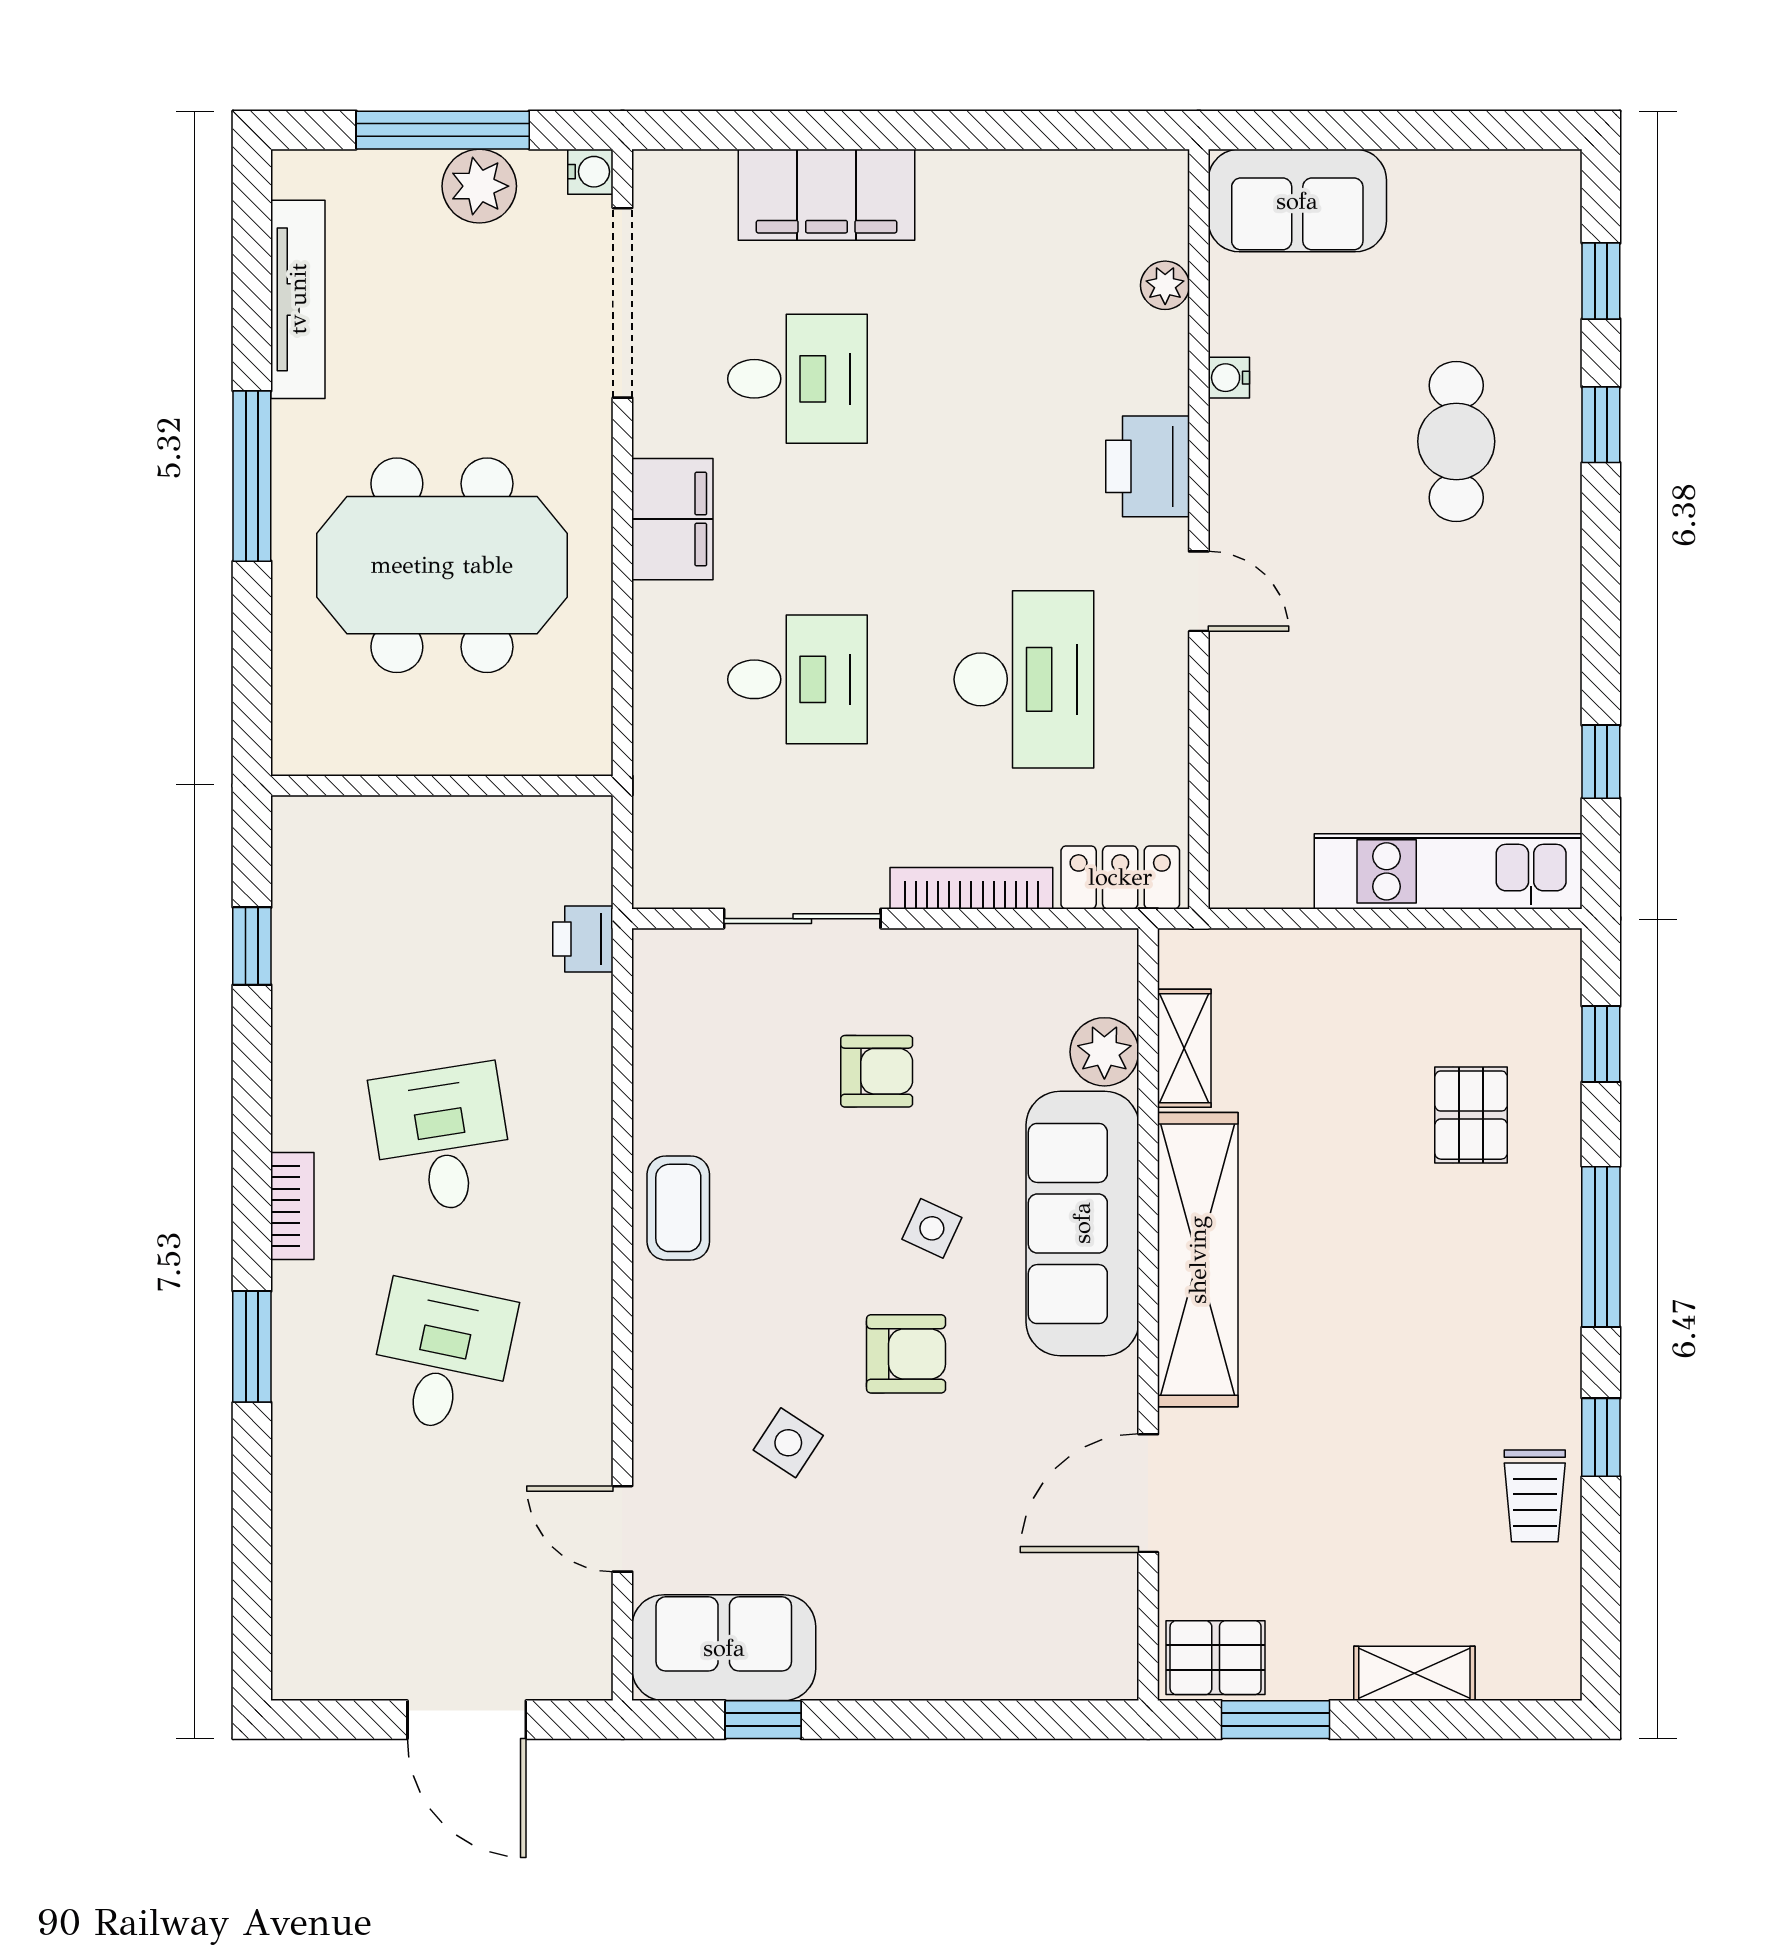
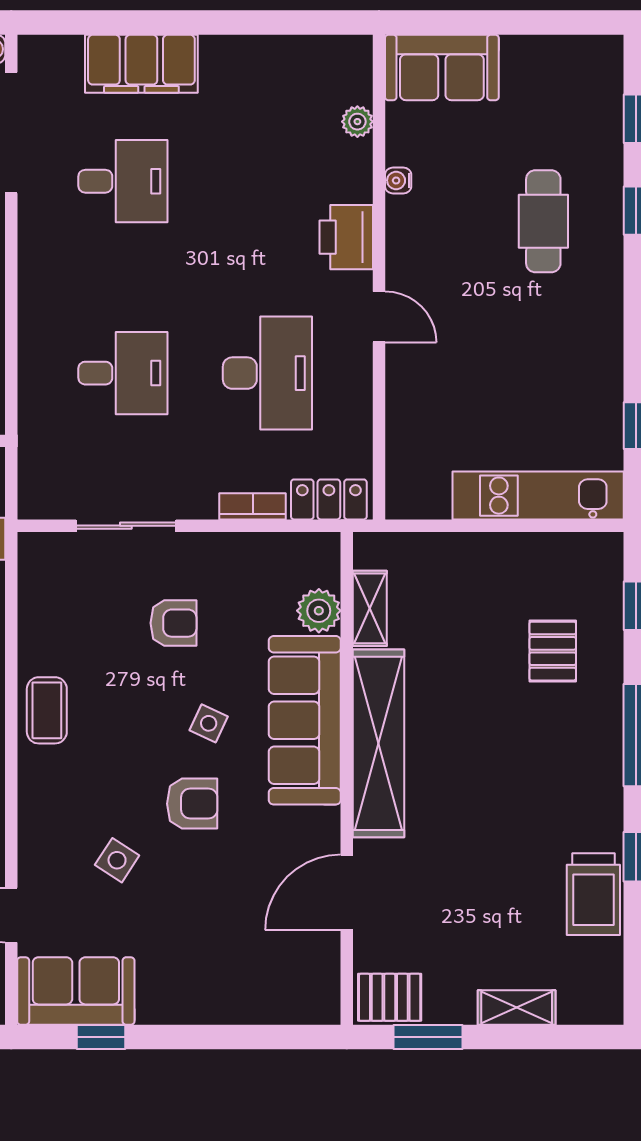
filing cabinet: (672, 519) -> (43, 271), removed
bookcase: (971, 888) -> (253, 506), width x0.64
trolley: (1535, 1496) -> (593, 894), width x1.36, depth x1.39

